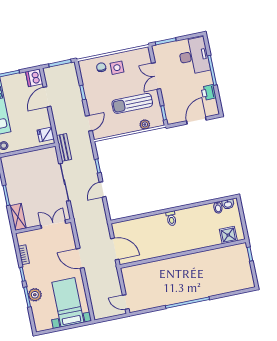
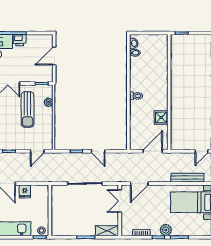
printer: (209, 92) -> (20, 40), moved
door: (196, 120) -> (54, 56), hinge flipped
door: (89, 123) -> (37, 151), swing flipped
fridge: (46, 134) -> (25, 191), moved
bench: (64, 147) -> (187, 178), moved, width x1.36
shower: (228, 235) -> (161, 117), moved
door: (80, 258) -> (139, 183), moved
plant: (35, 295) -> (166, 230), moved

